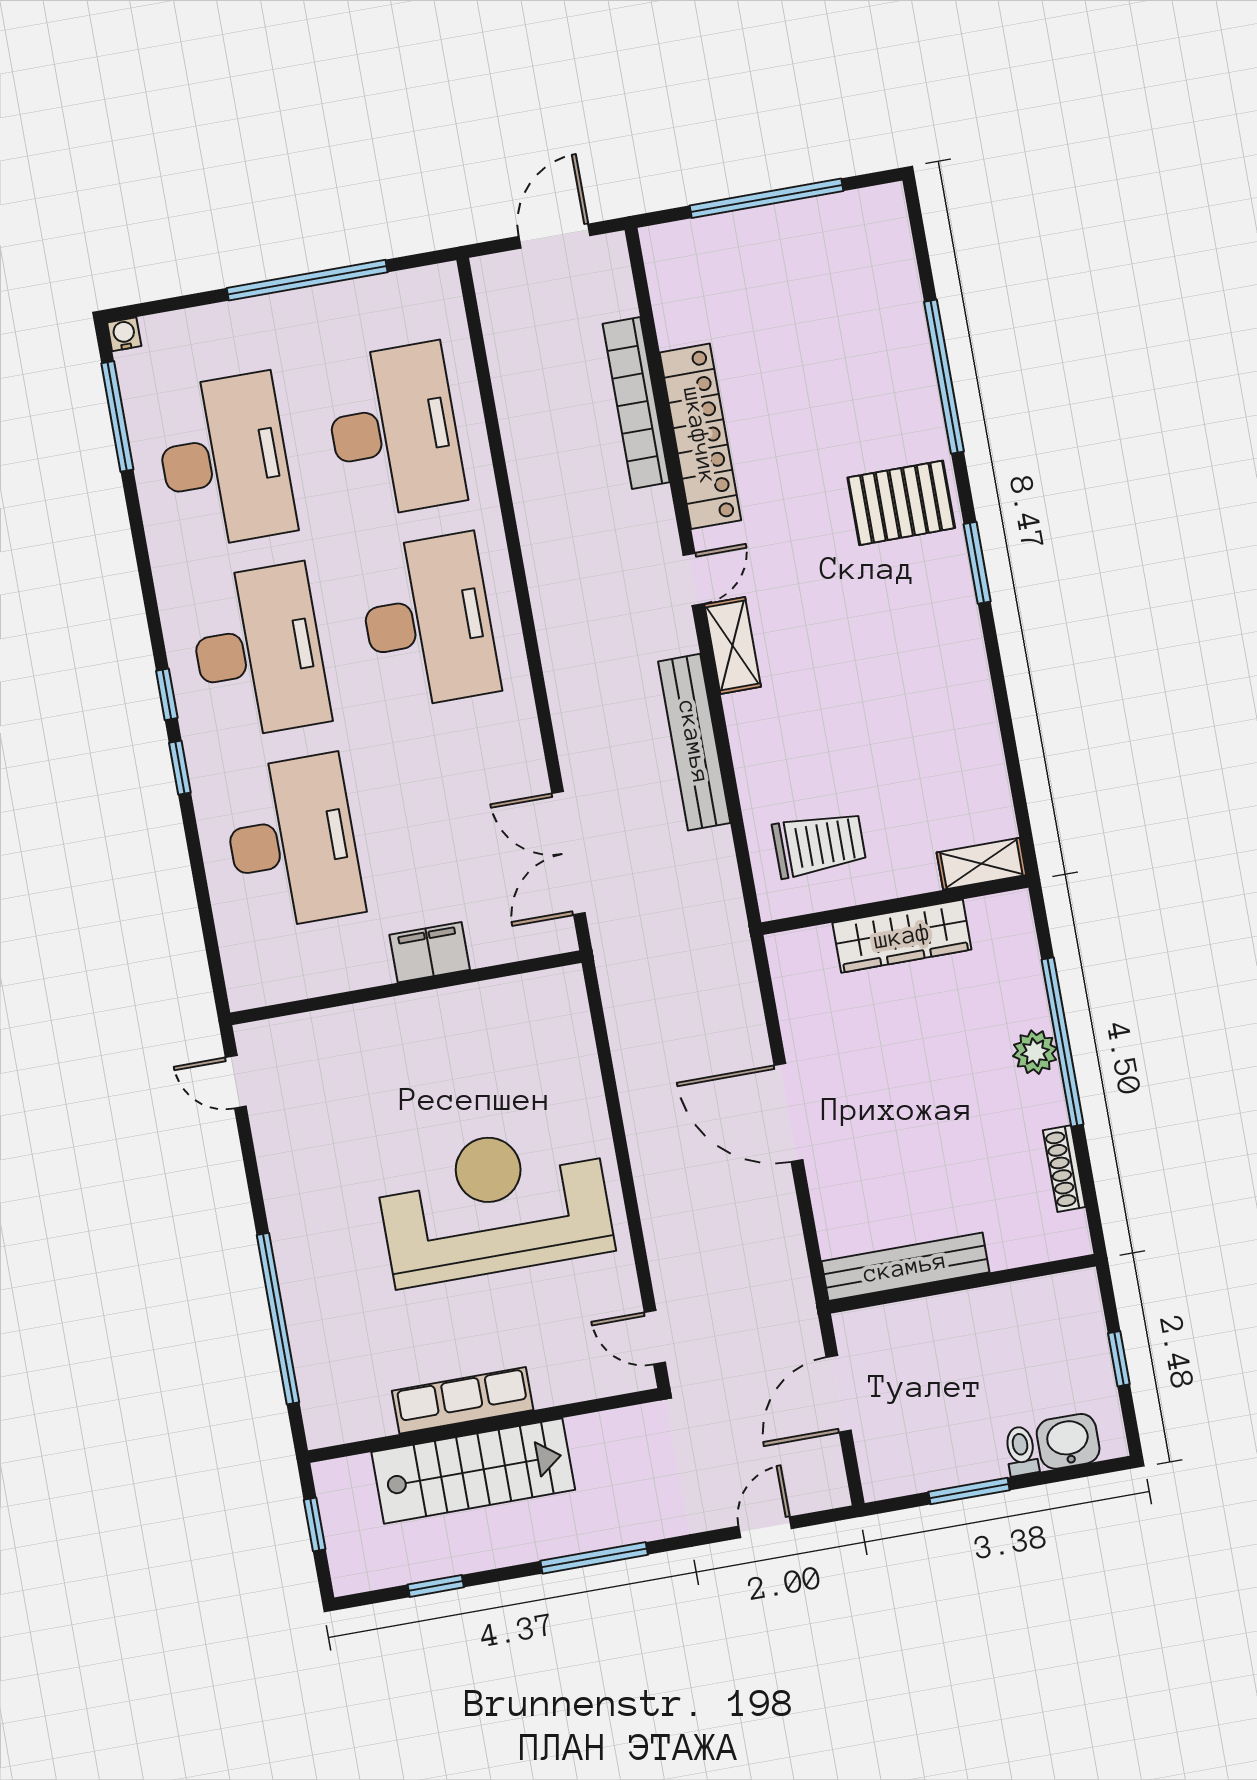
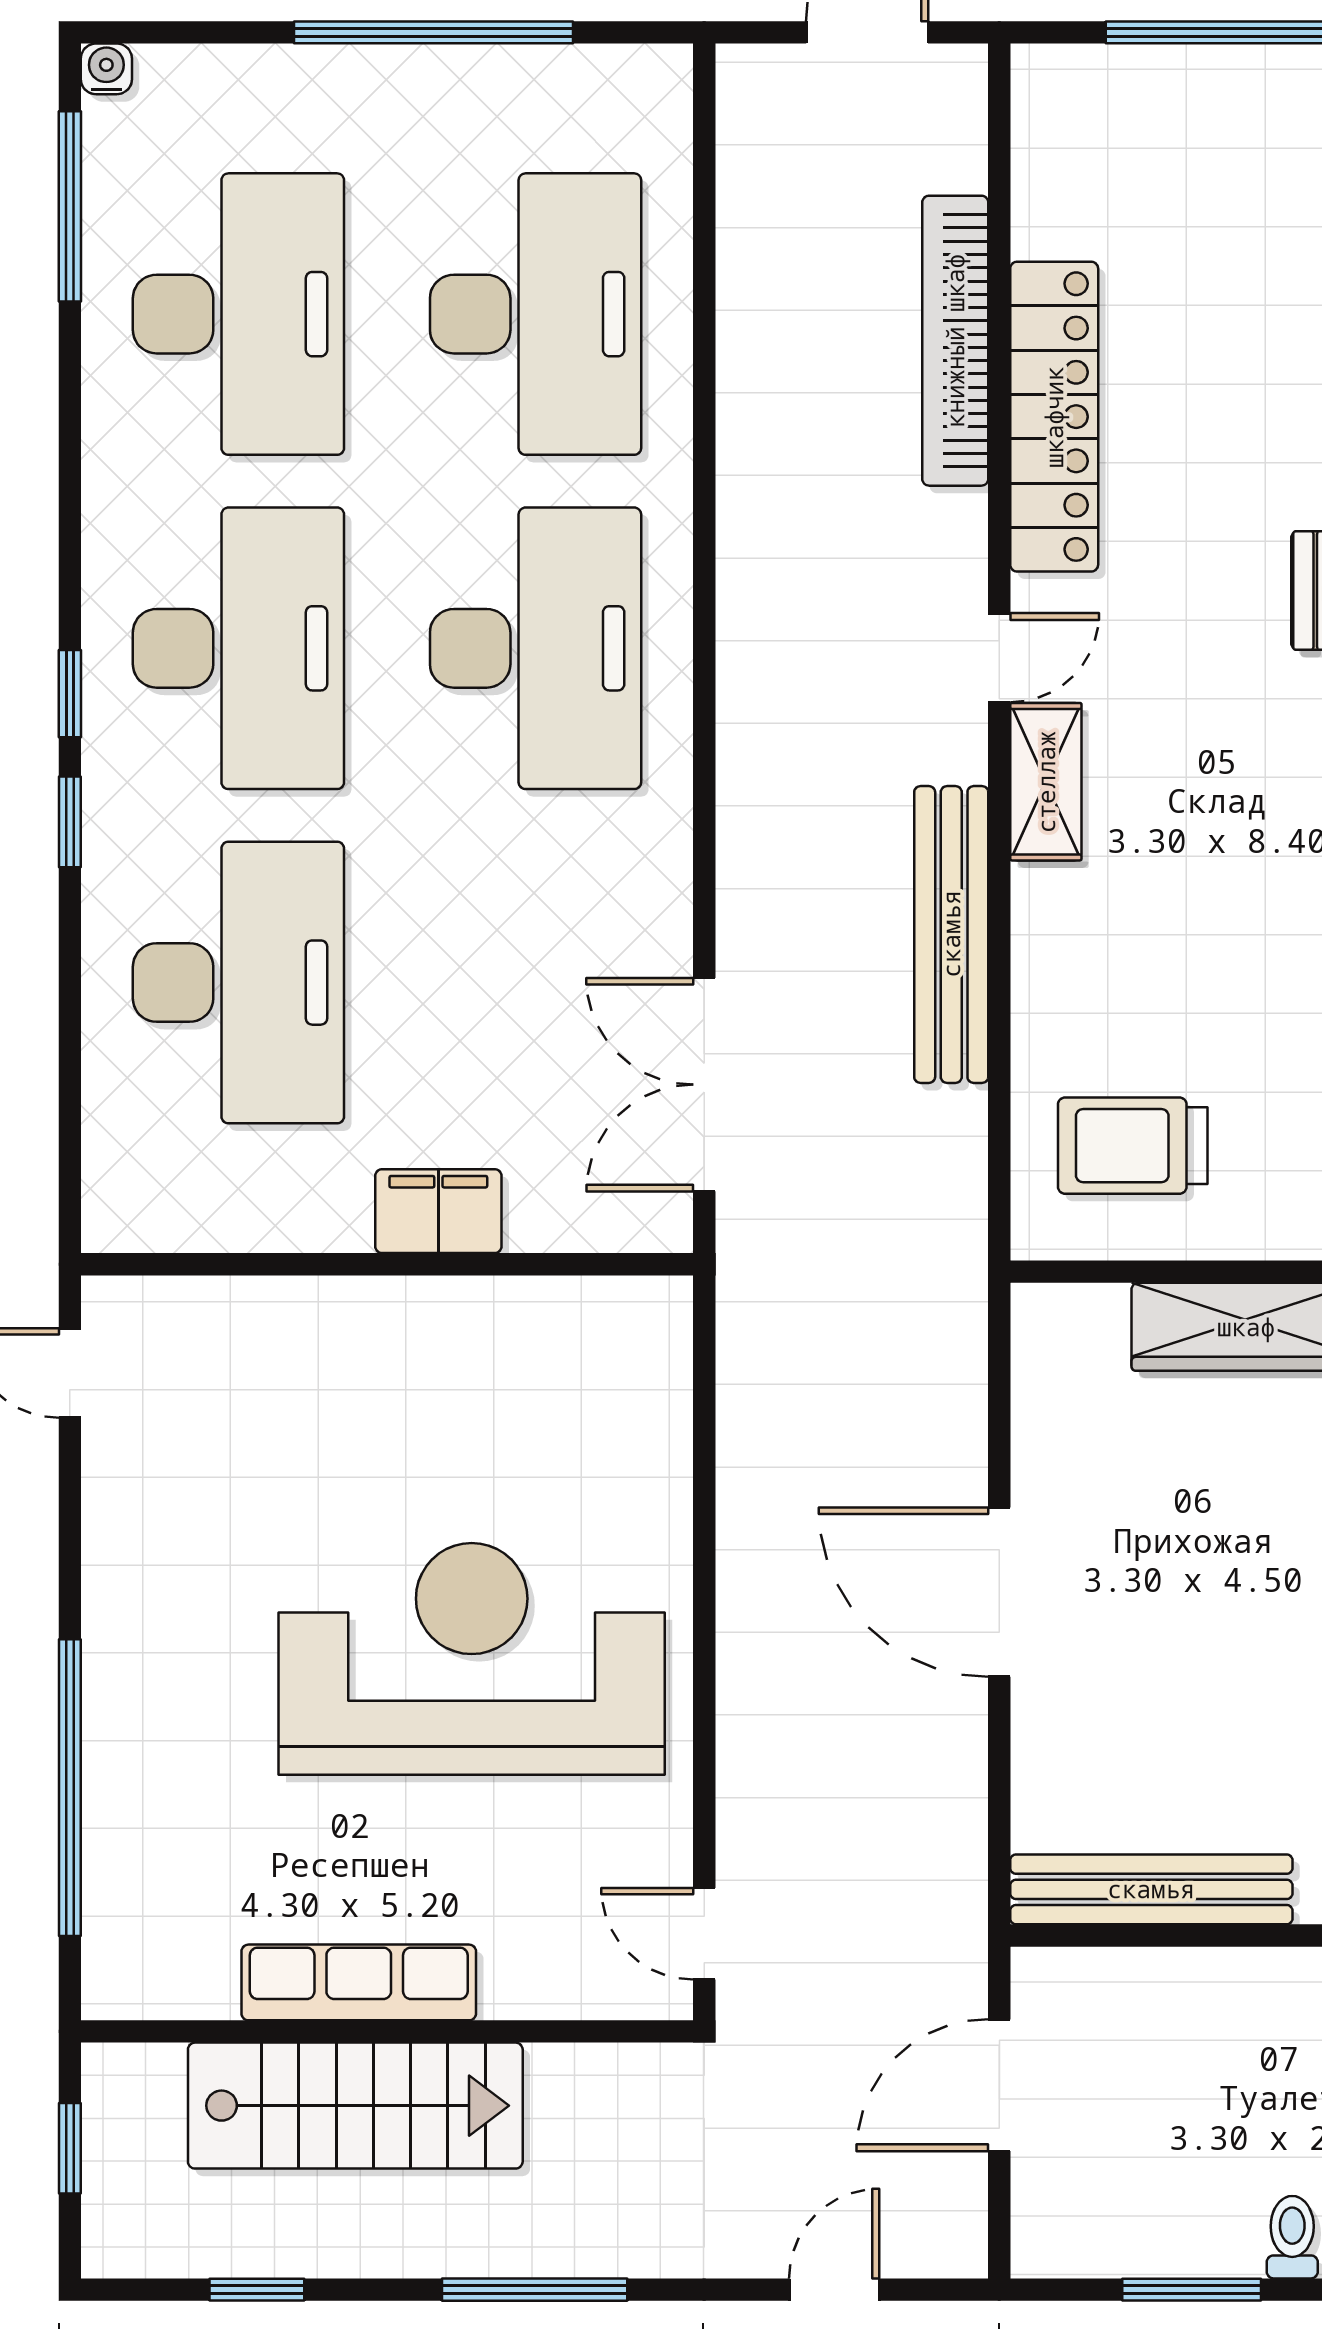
trolley: (819, 844) -> (1133, 1146), turned 180

